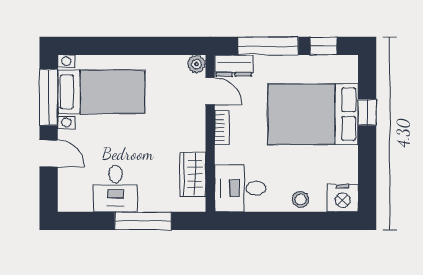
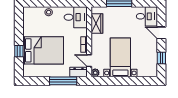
window: (324, 46) -> (38, 81), removed
bed with nightstands: (101, 92) -> (120, 57), moved, turned 90
window: (49, 97) -> (161, 58), width x0.46
desk: (115, 189) -> (147, 16), moved, turned 90
nightstand: (343, 198) -> (30, 13), removed

